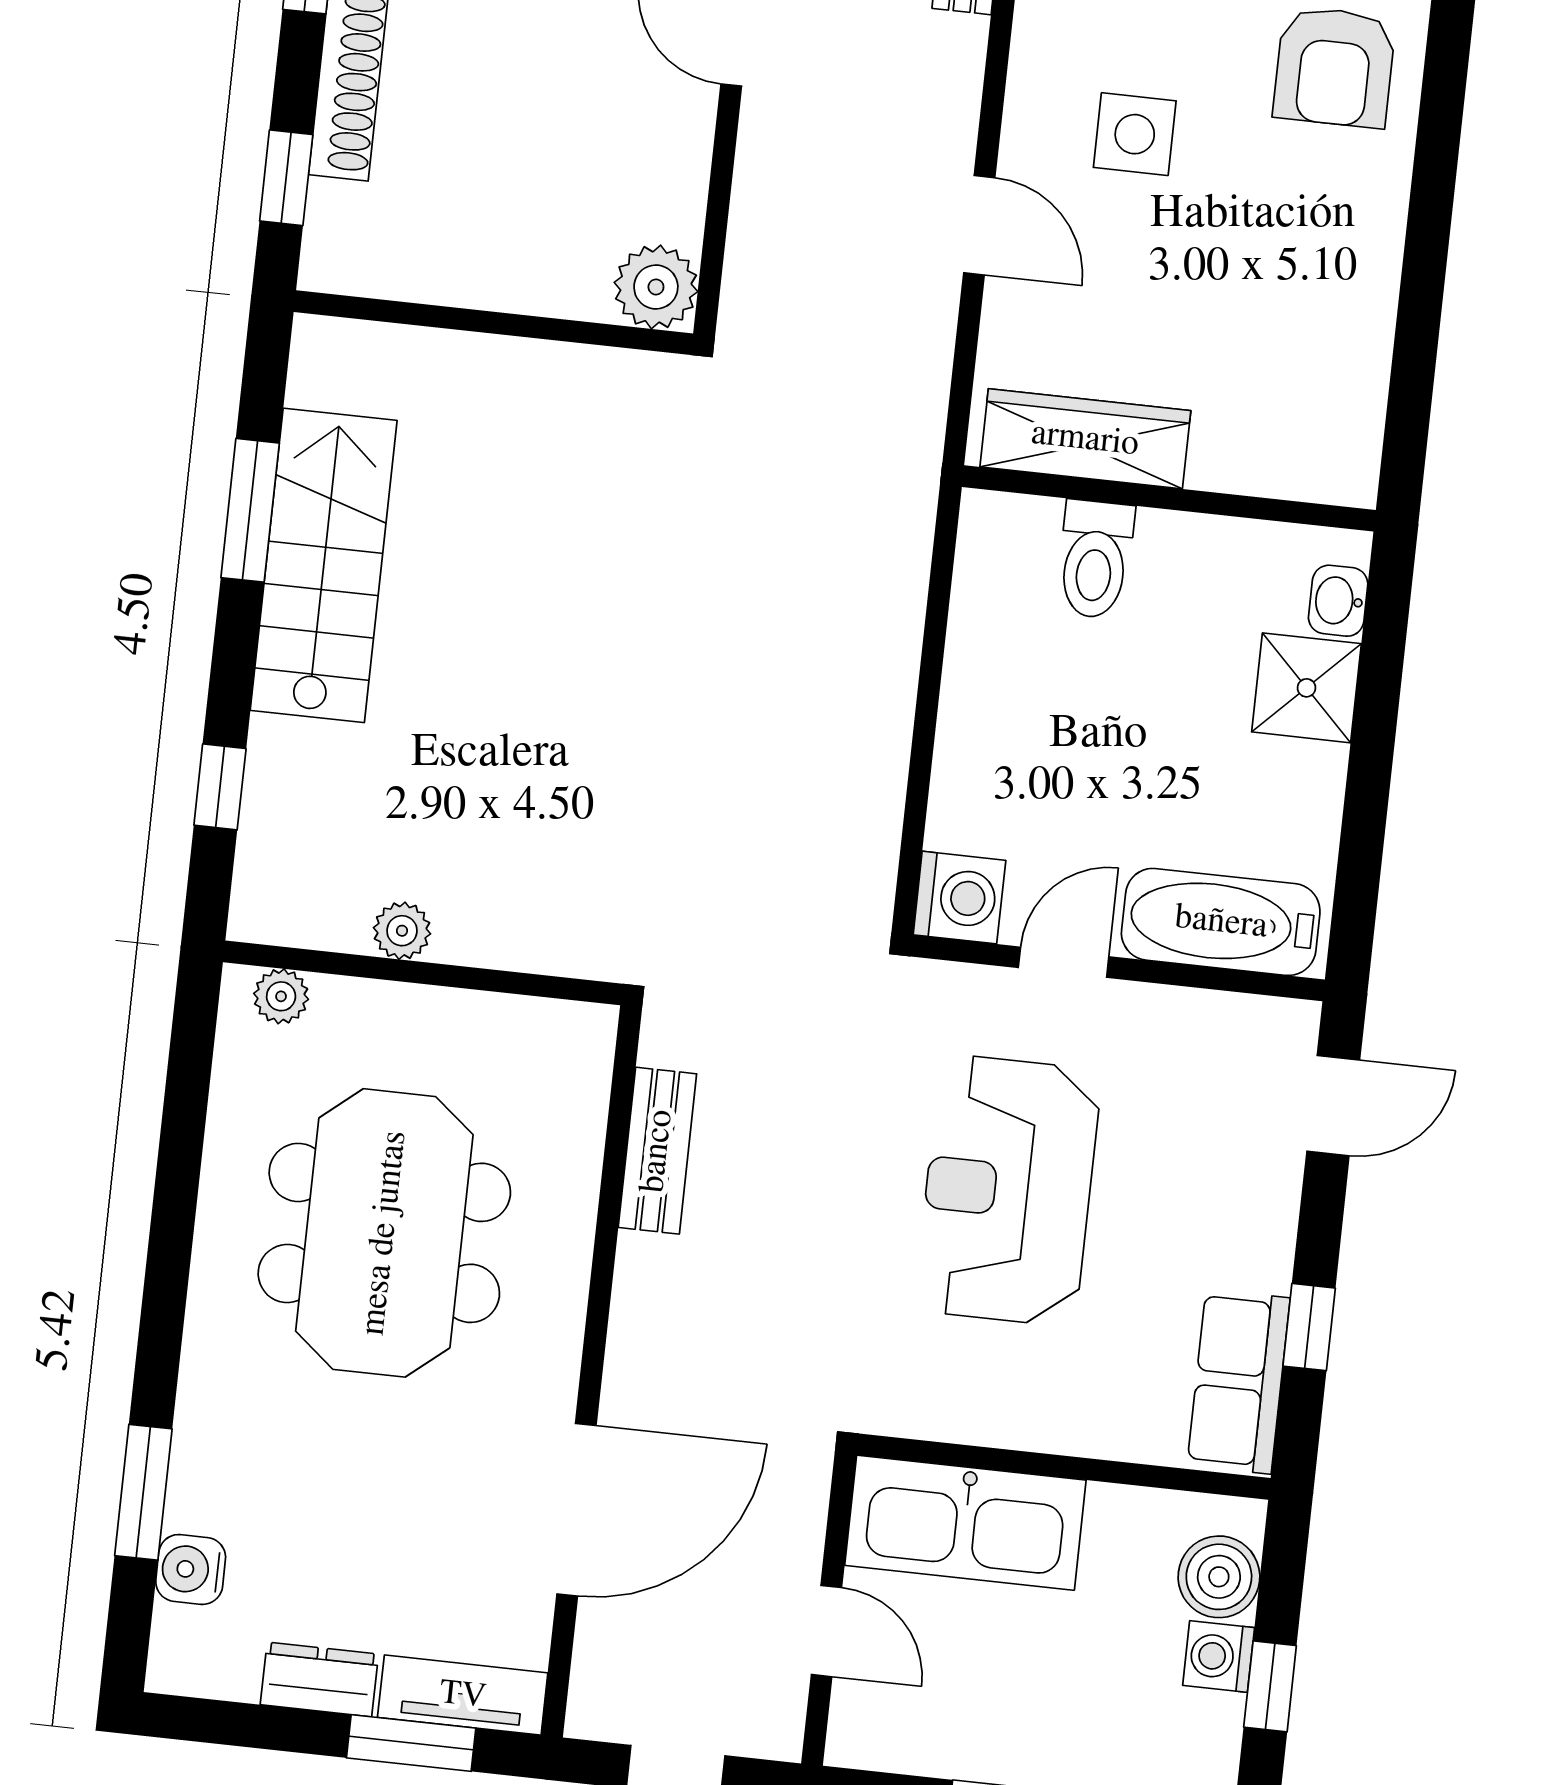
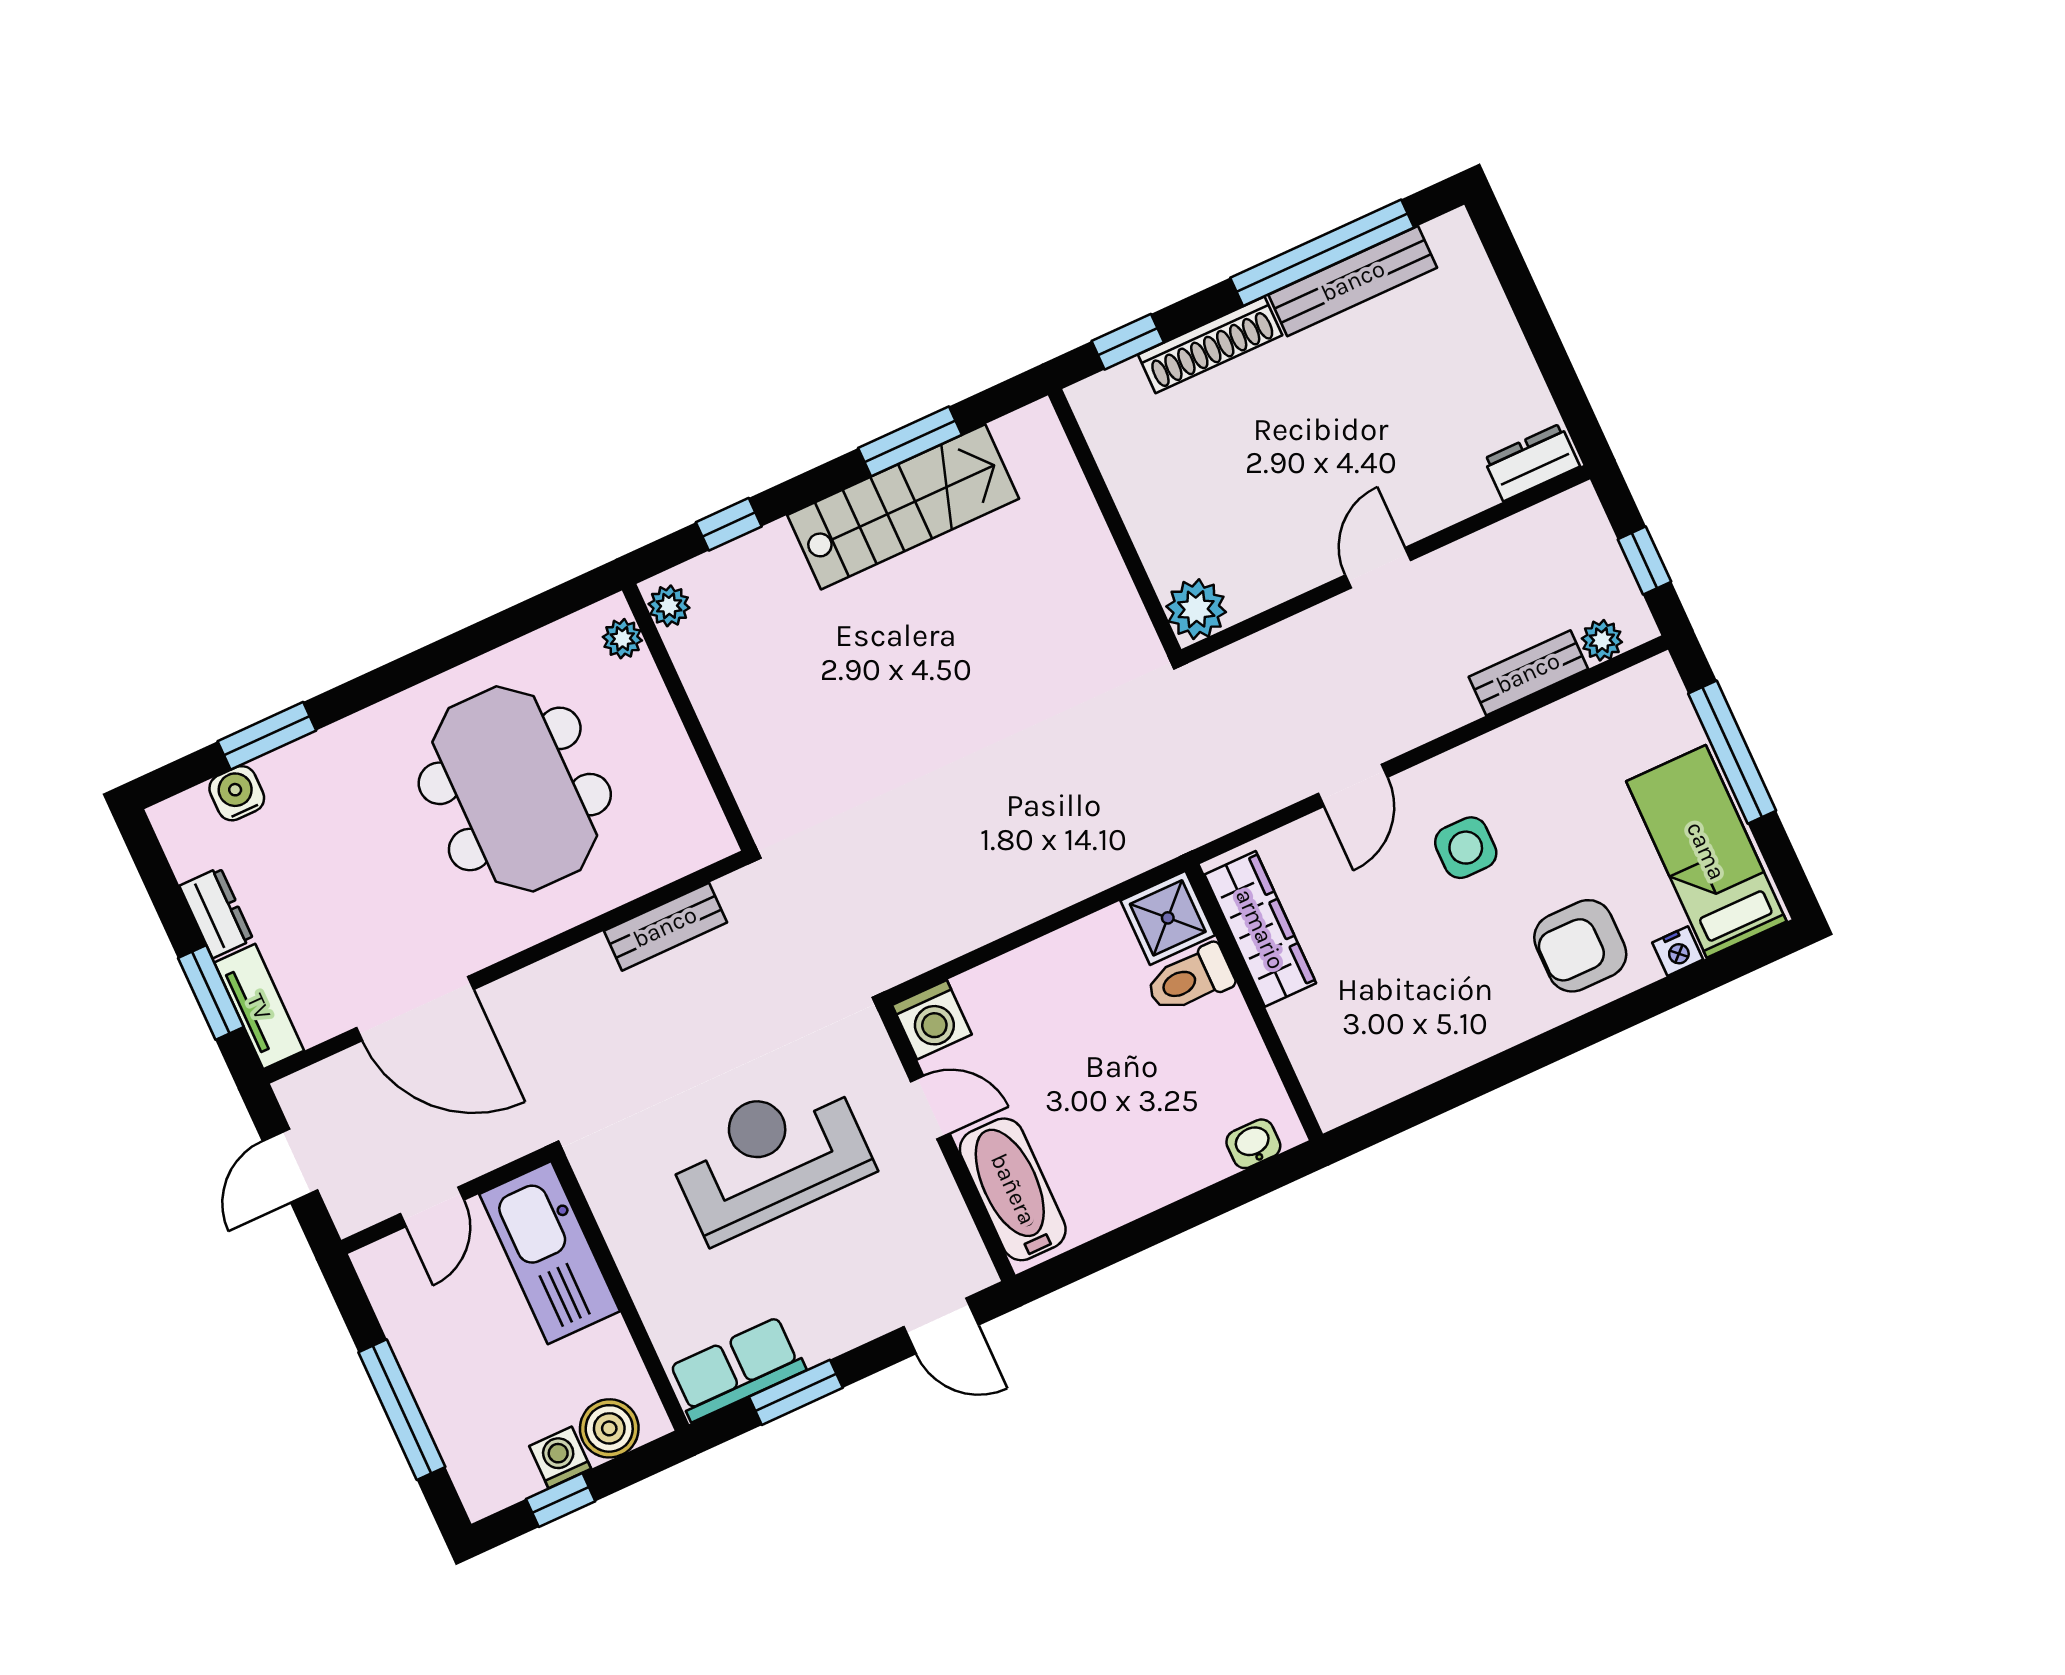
shower: (1307, 688) -> (1168, 918), moved
plant: (402, 931) -> (669, 606), moved
meeting table: (384, 1233) -> (515, 789), turned 90
window: (1309, 1327) -> (796, 1392), width x1.50

